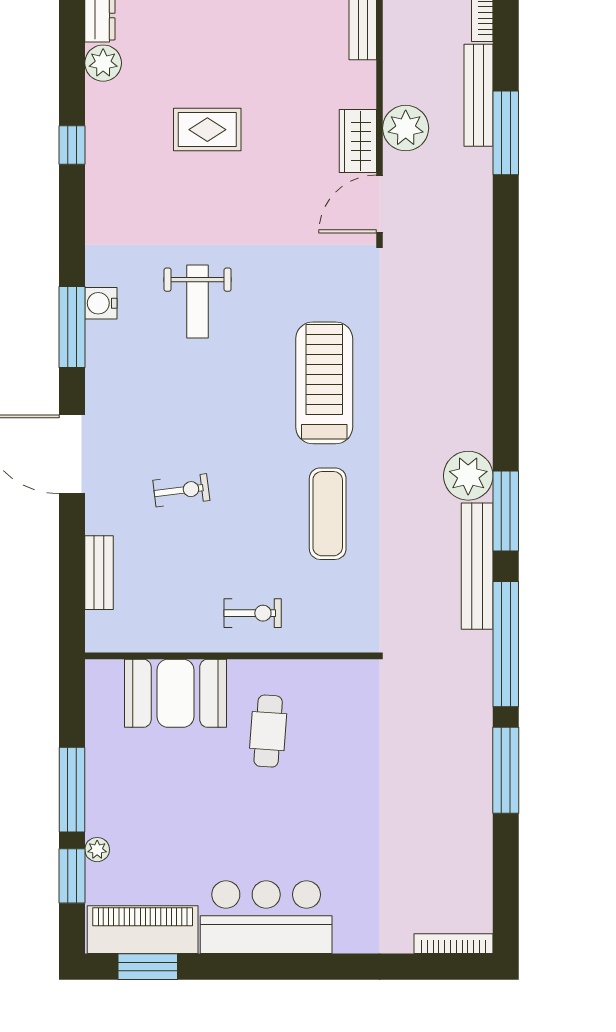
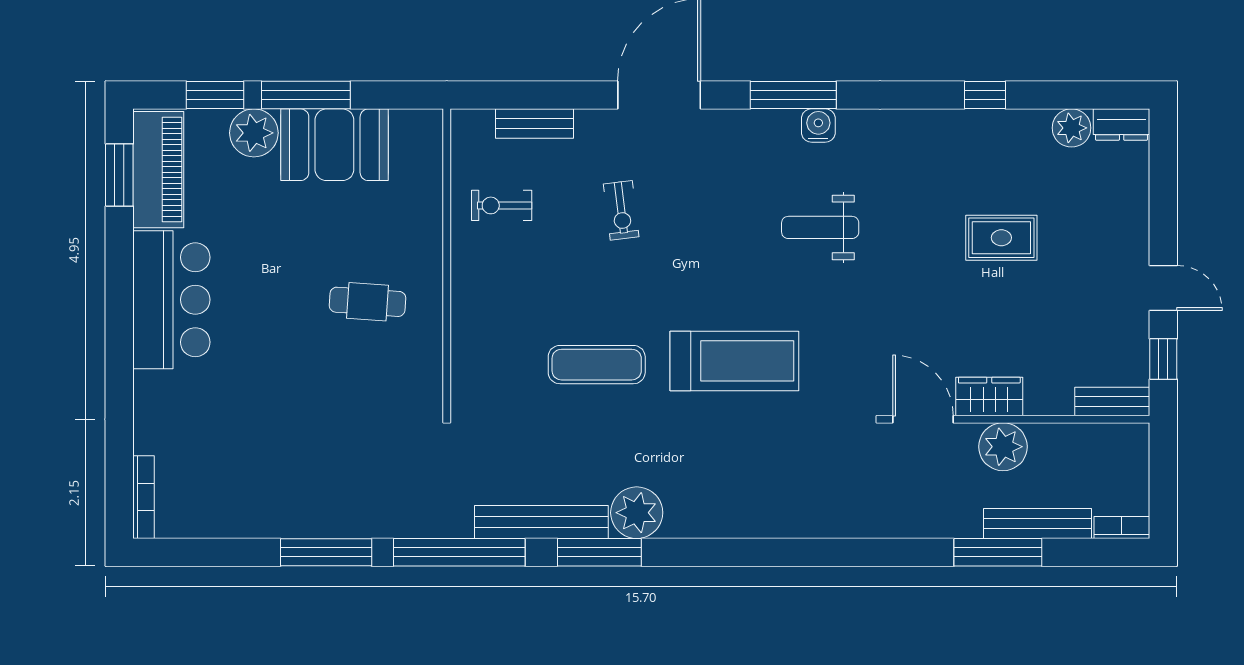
rug: (207, 130) -> (1001, 238), turned 90
exercise bike: (253, 613) -> (502, 205), moved, turned 90
booth: (175, 693) -> (334, 145), moved, turned 90
plant: (97, 850) -> (254, 133), width x1.88, depth x1.88

